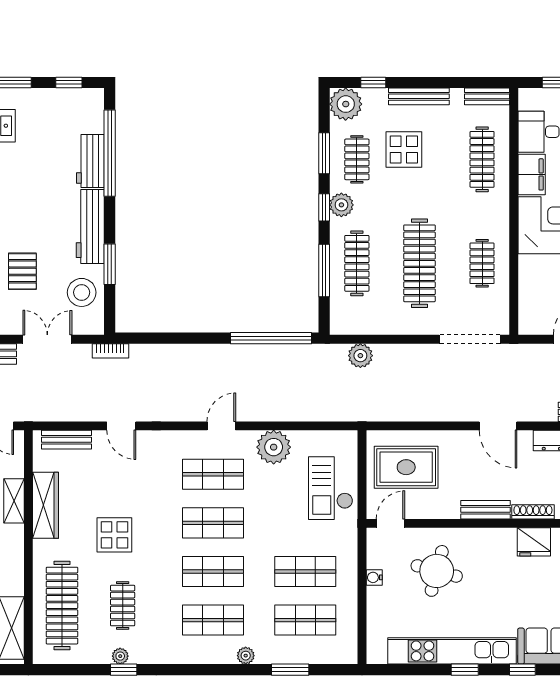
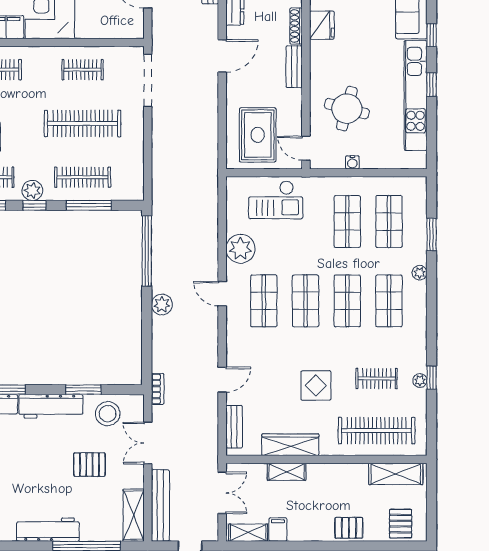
plant: (360, 356) -> (162, 304), moved

